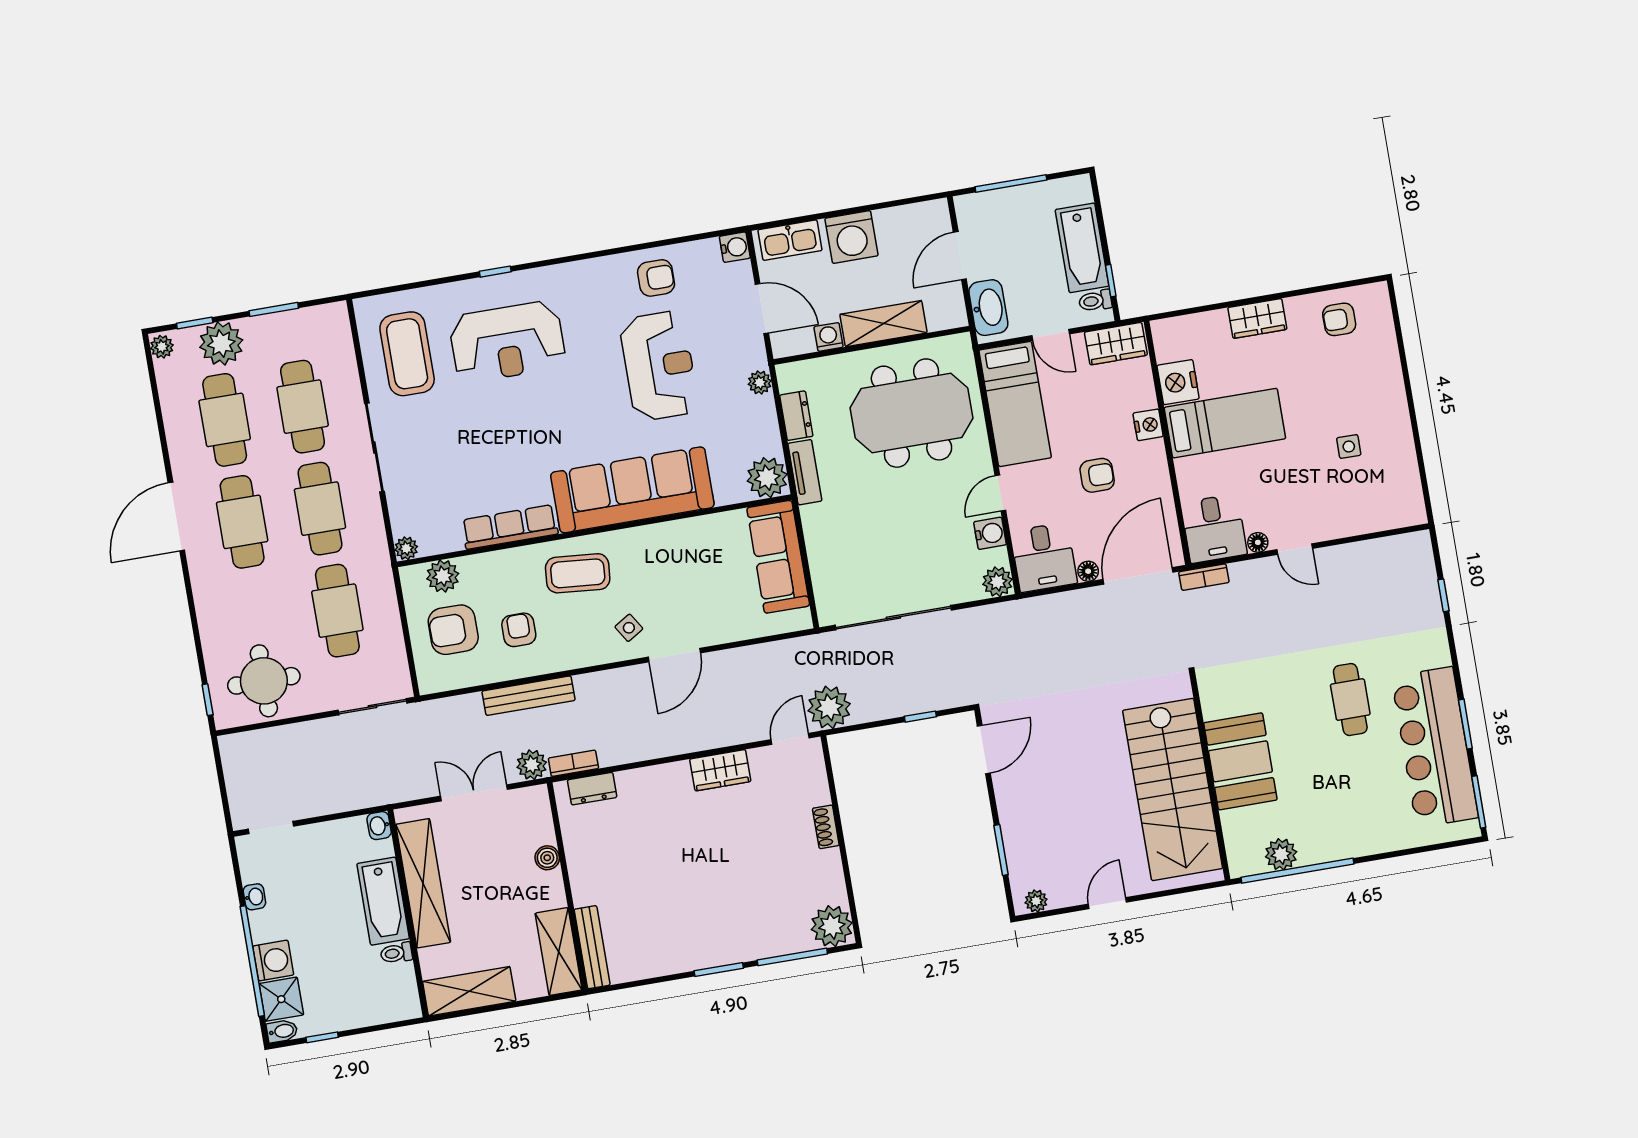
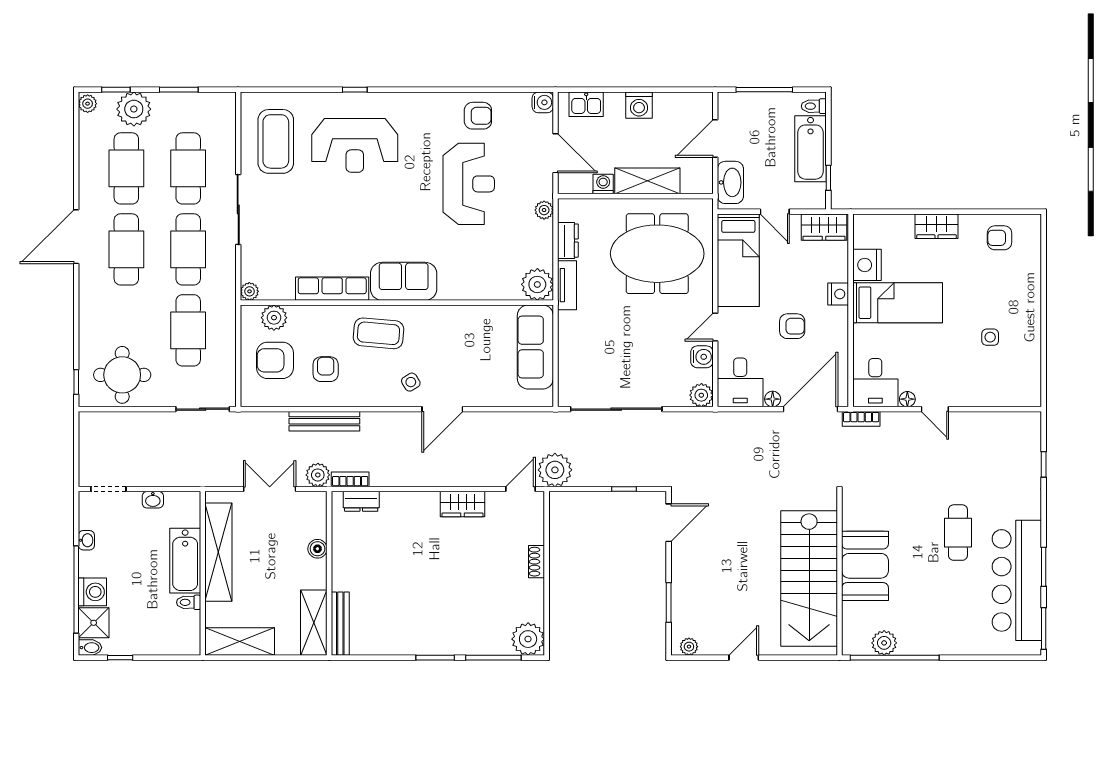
washing machine: (852, 237) -> (639, 105), width x0.73, depth x0.73
kitchen sink: (790, 240) -> (586, 104), width x0.73
toilet: (1095, 301) -> (814, 106), moved
sofa: (632, 490) -> (404, 281), width x0.54, depth x0.79
washbasin: (379, 826) -> (153, 500), moved, turned -90

